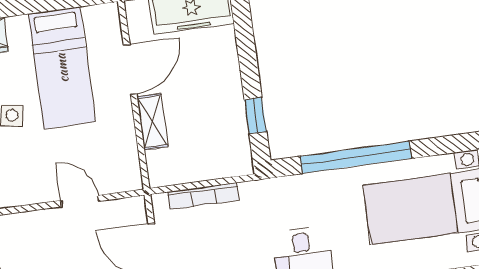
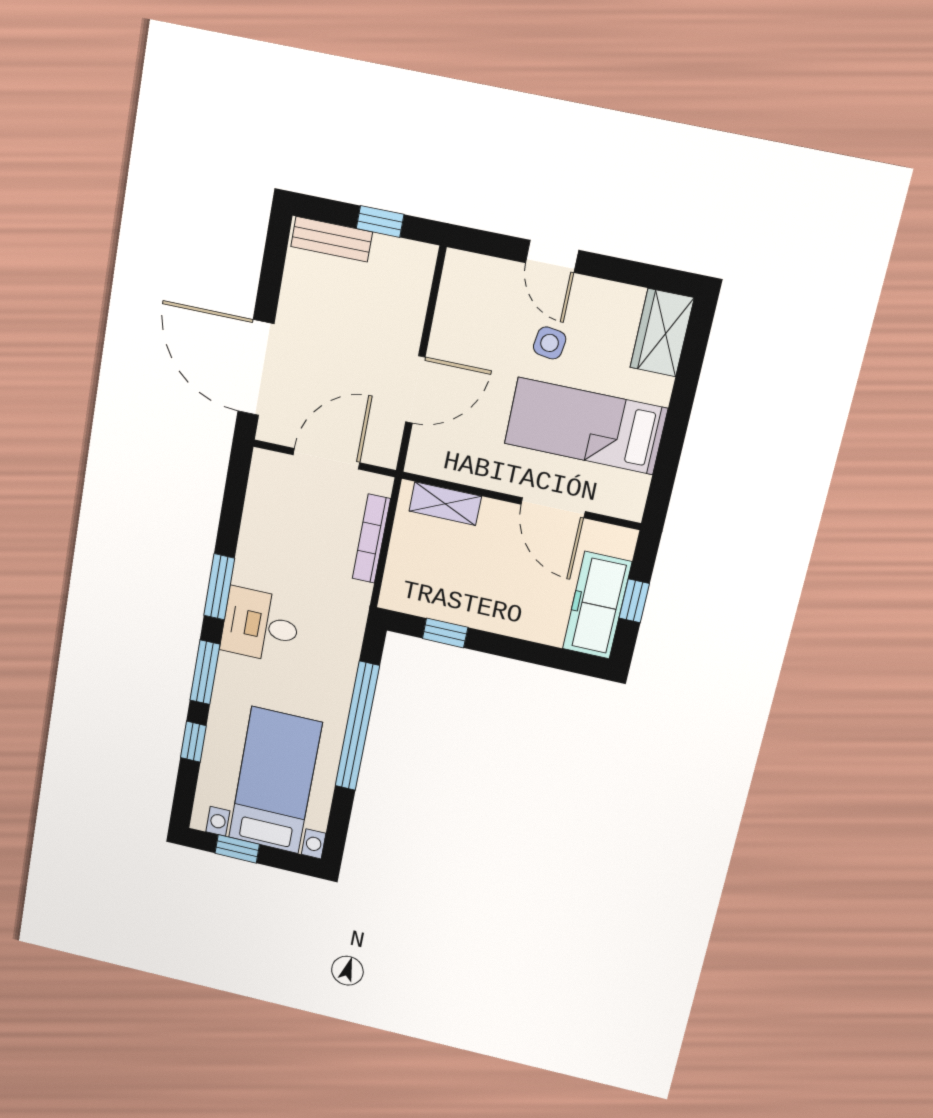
shelving: (152, 122) -> (445, 504), moved
door: (80, 201) -> (415, 390), width x1.38

